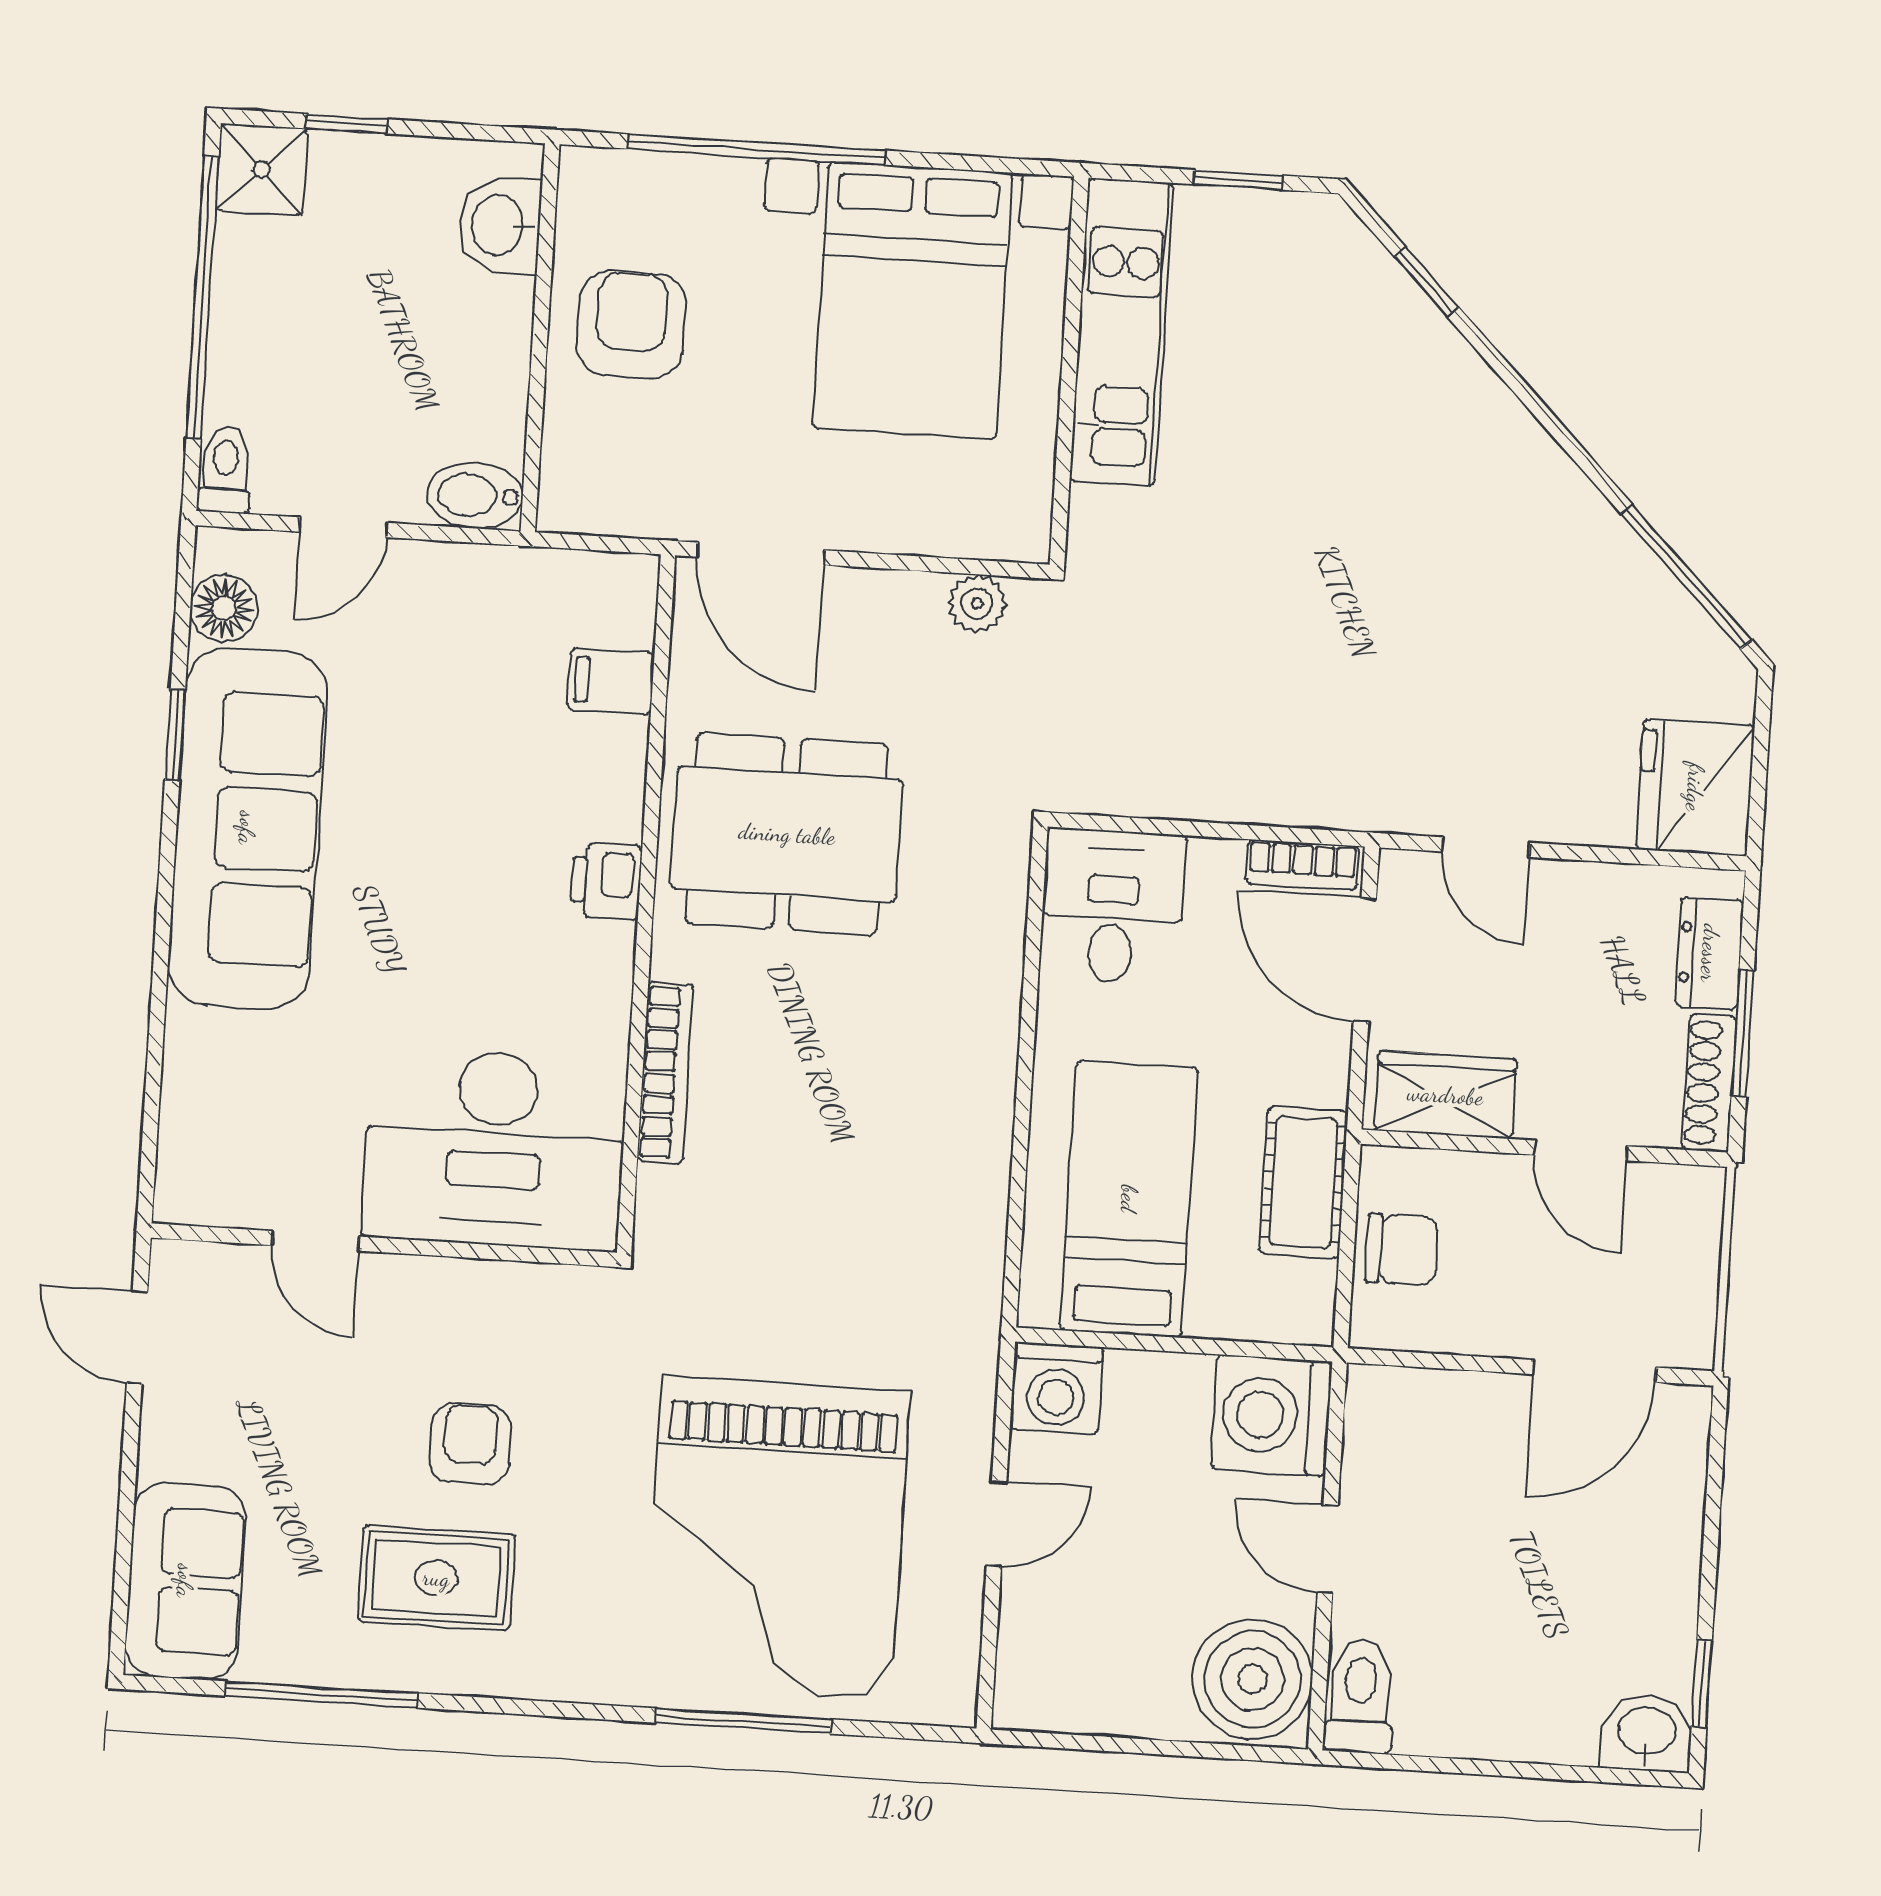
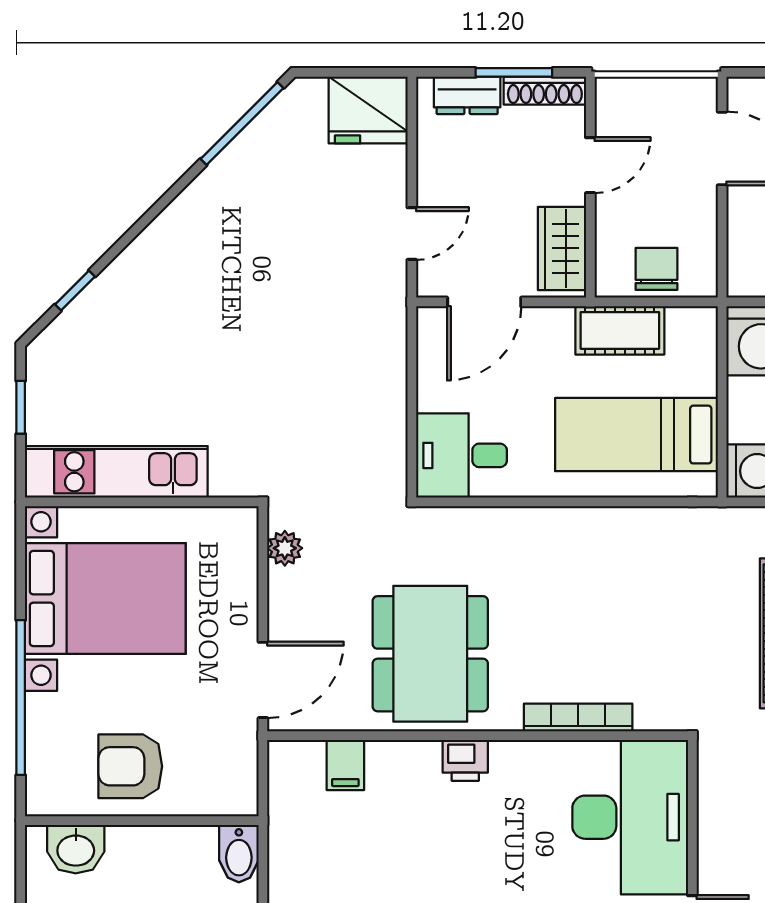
bookcase: (1303, 865) -> (429, 343), removed

